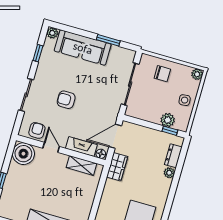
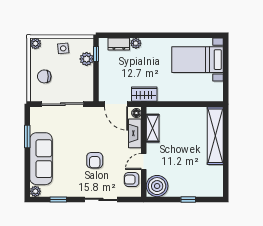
chair: (162, 74) -> (44, 76), turned -90

